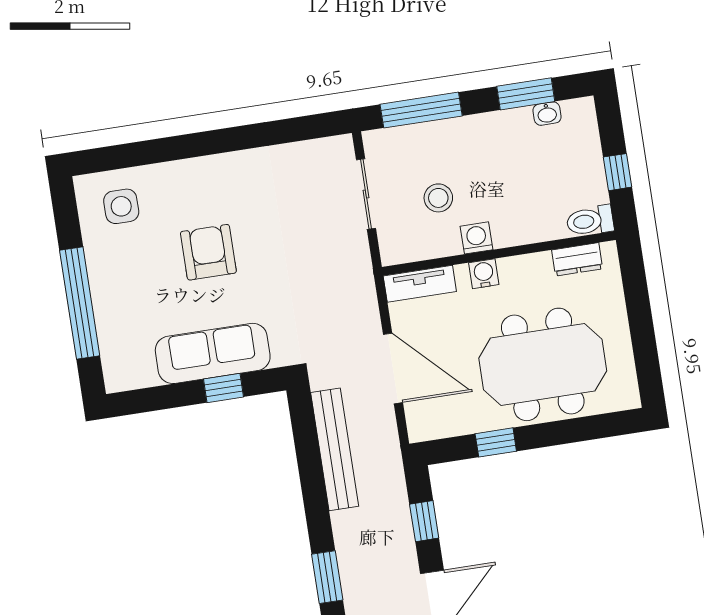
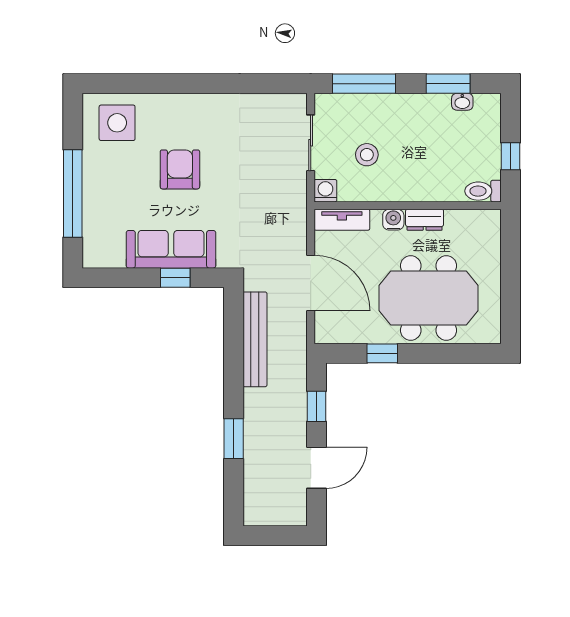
side table: (121, 206) -> (117, 123), width x1.37, depth x1.37
washing machine: (476, 238) -> (325, 191), moved
dresser: (577, 259) -> (425, 220), moved

